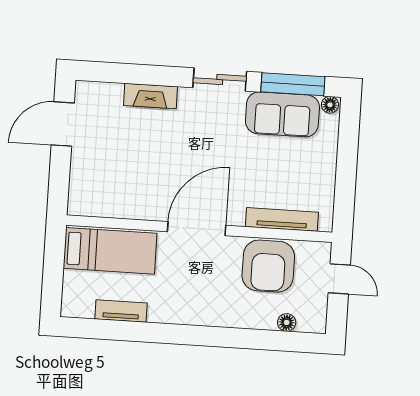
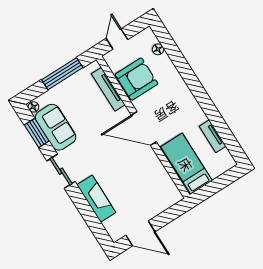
window: (293, 84) -> (37, 133), width x0.69
fireplace: (150, 96) -> (96, 199), width x1.37, depth x1.32
window: (346, 174) -> (62, 74), added

